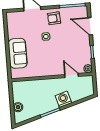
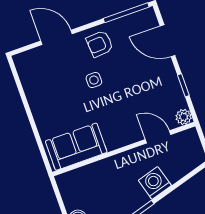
sofa: (18, 53) -> (76, 147), moved, turned -90

